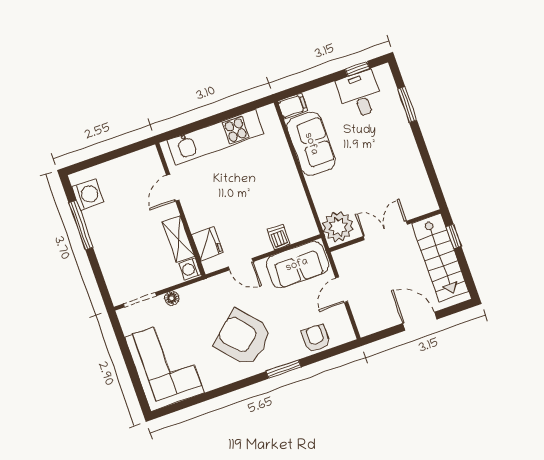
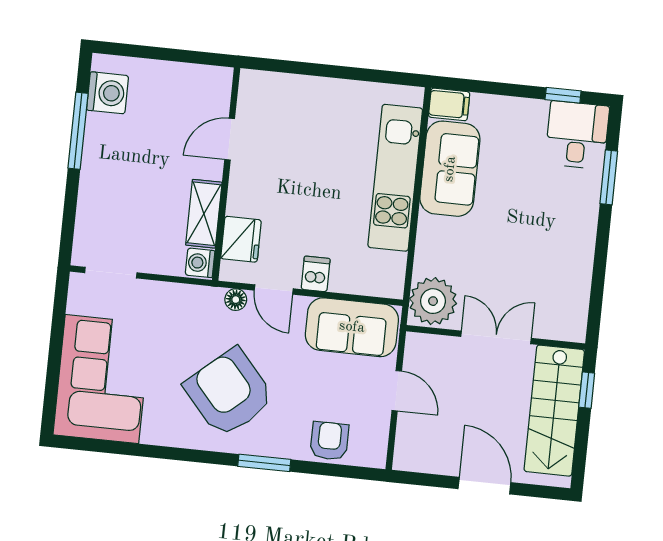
desk: (360, 94) -> (577, 135), moved
kitchen unit: (215, 137) -> (395, 178), moved, turned 90
dishwasher: (279, 237) -> (316, 274), moved
door: (342, 290) -> (397, 391), swing flipped
floor lamp: (172, 298) -> (236, 300), moved

